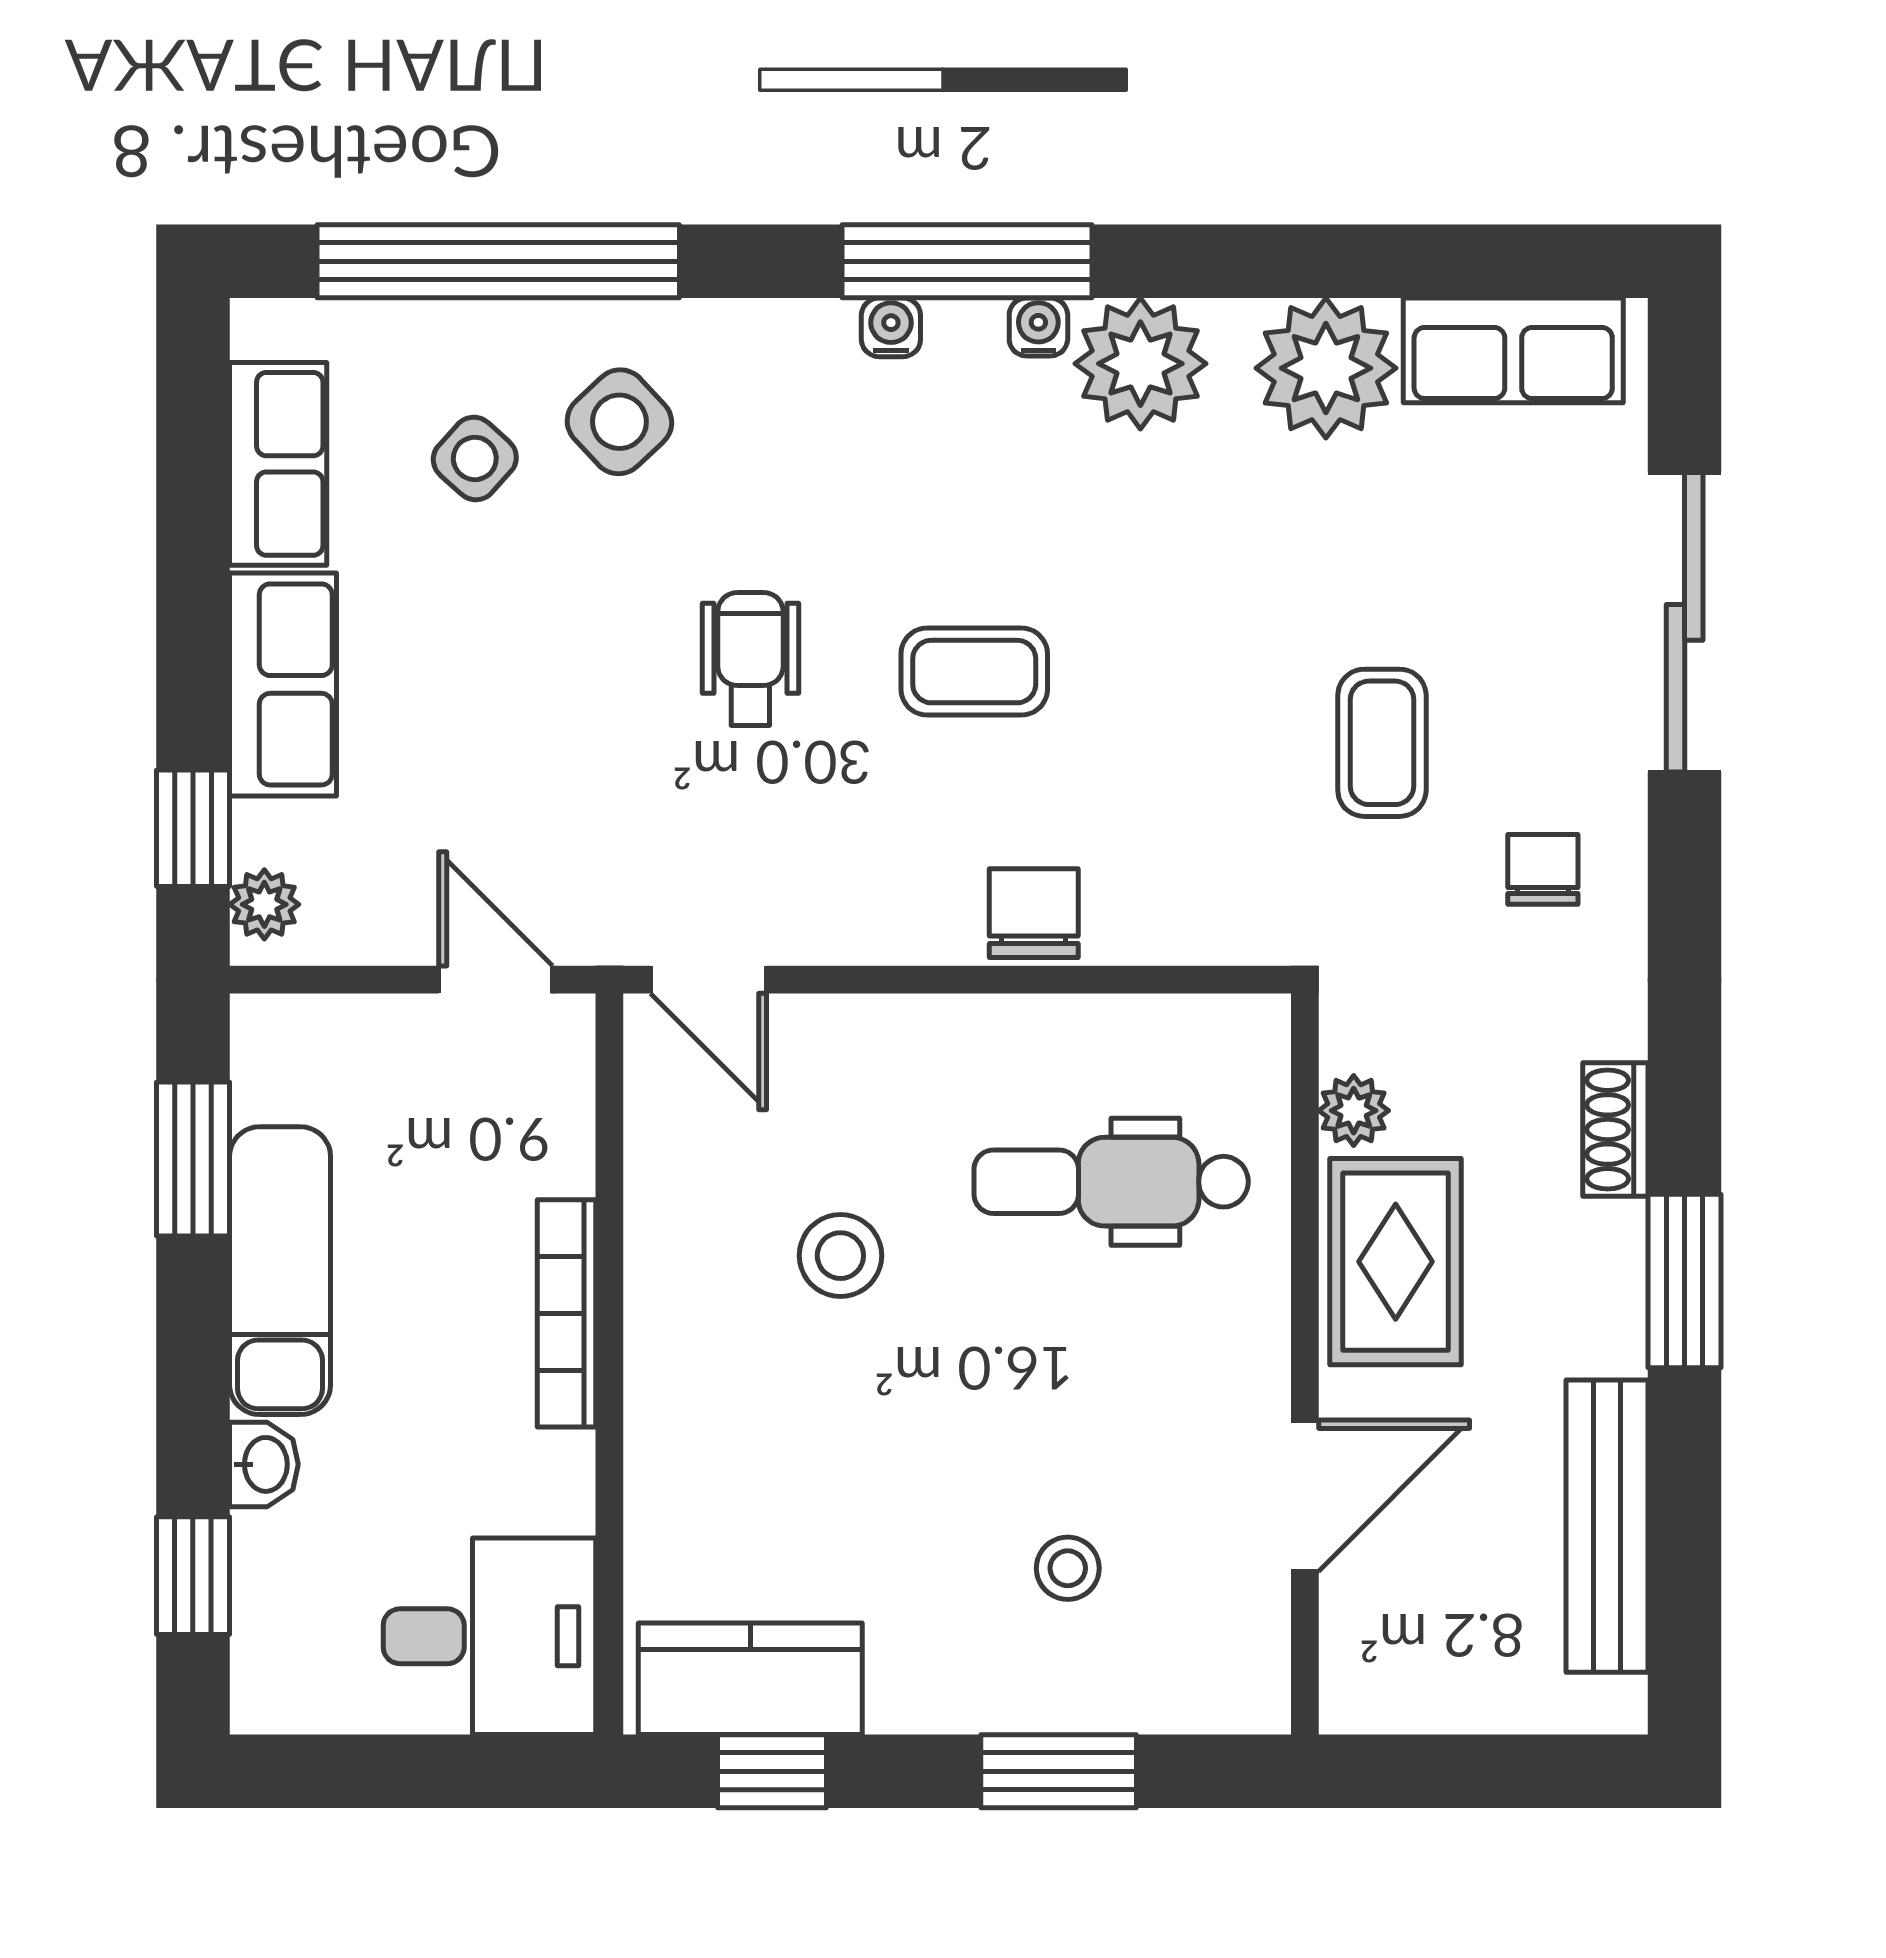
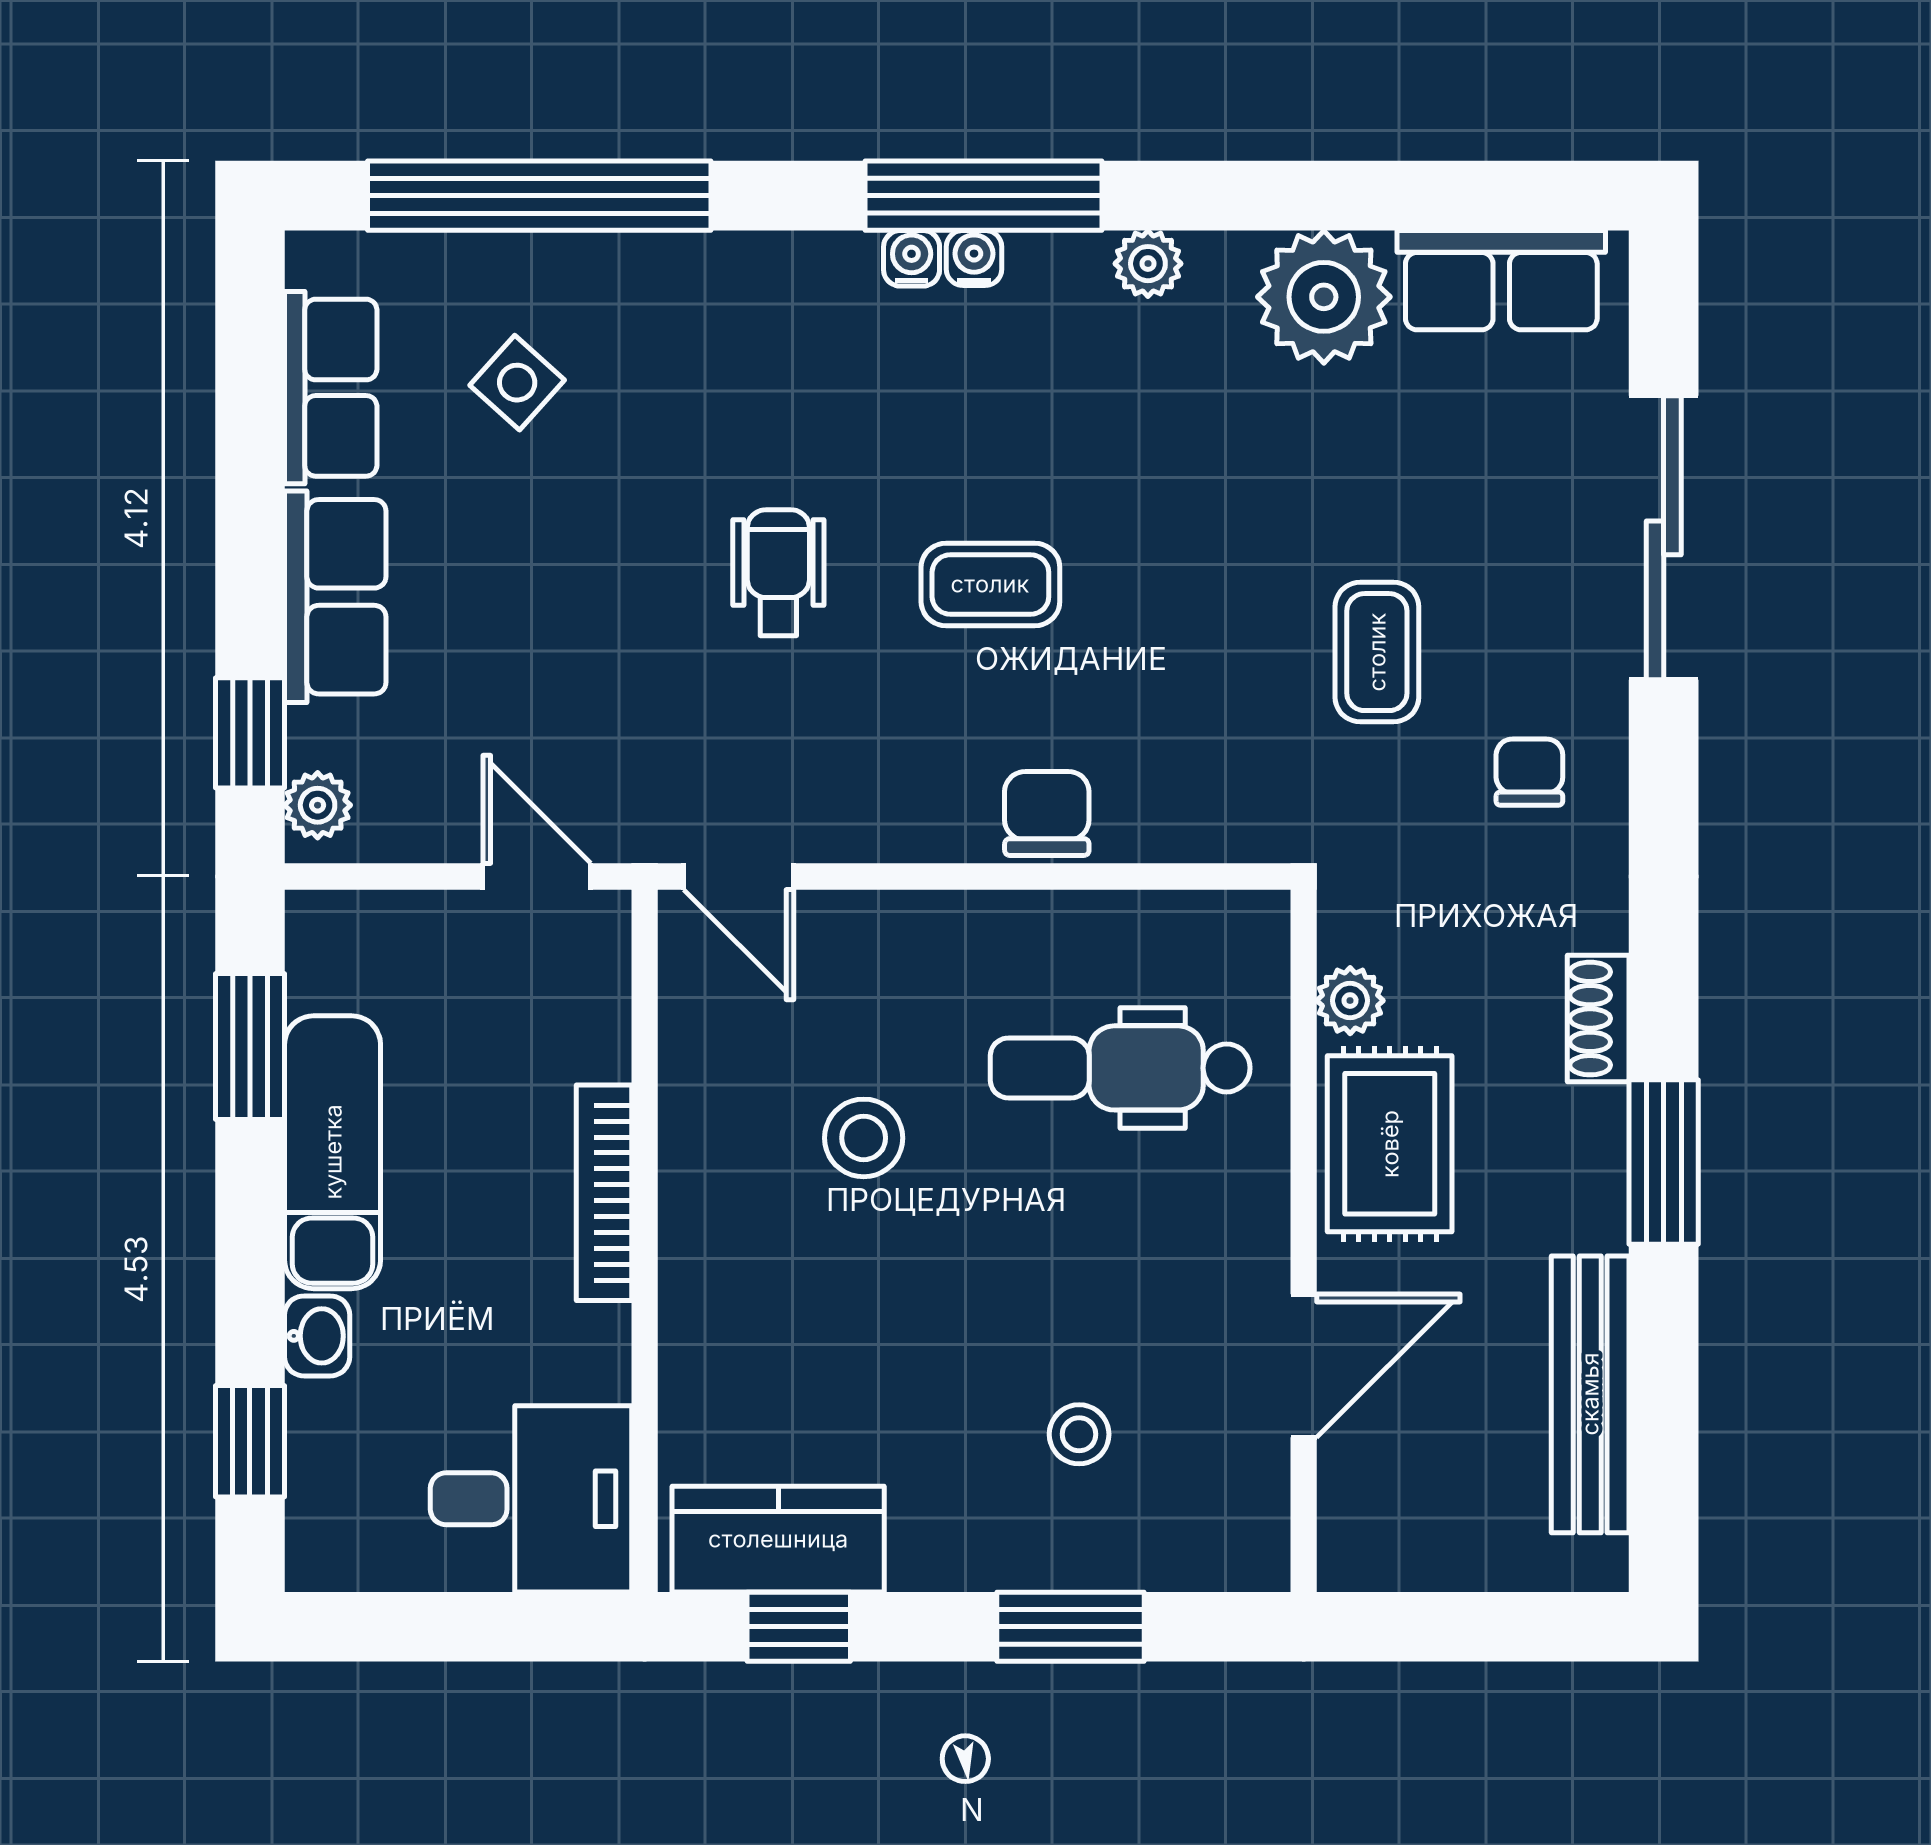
water cooler: (1038, 327) -> (974, 258), moved
plant: (1140, 364) -> (1148, 264), width x0.53, depth x0.53
side table: (619, 422) -> (654, 348), removed

